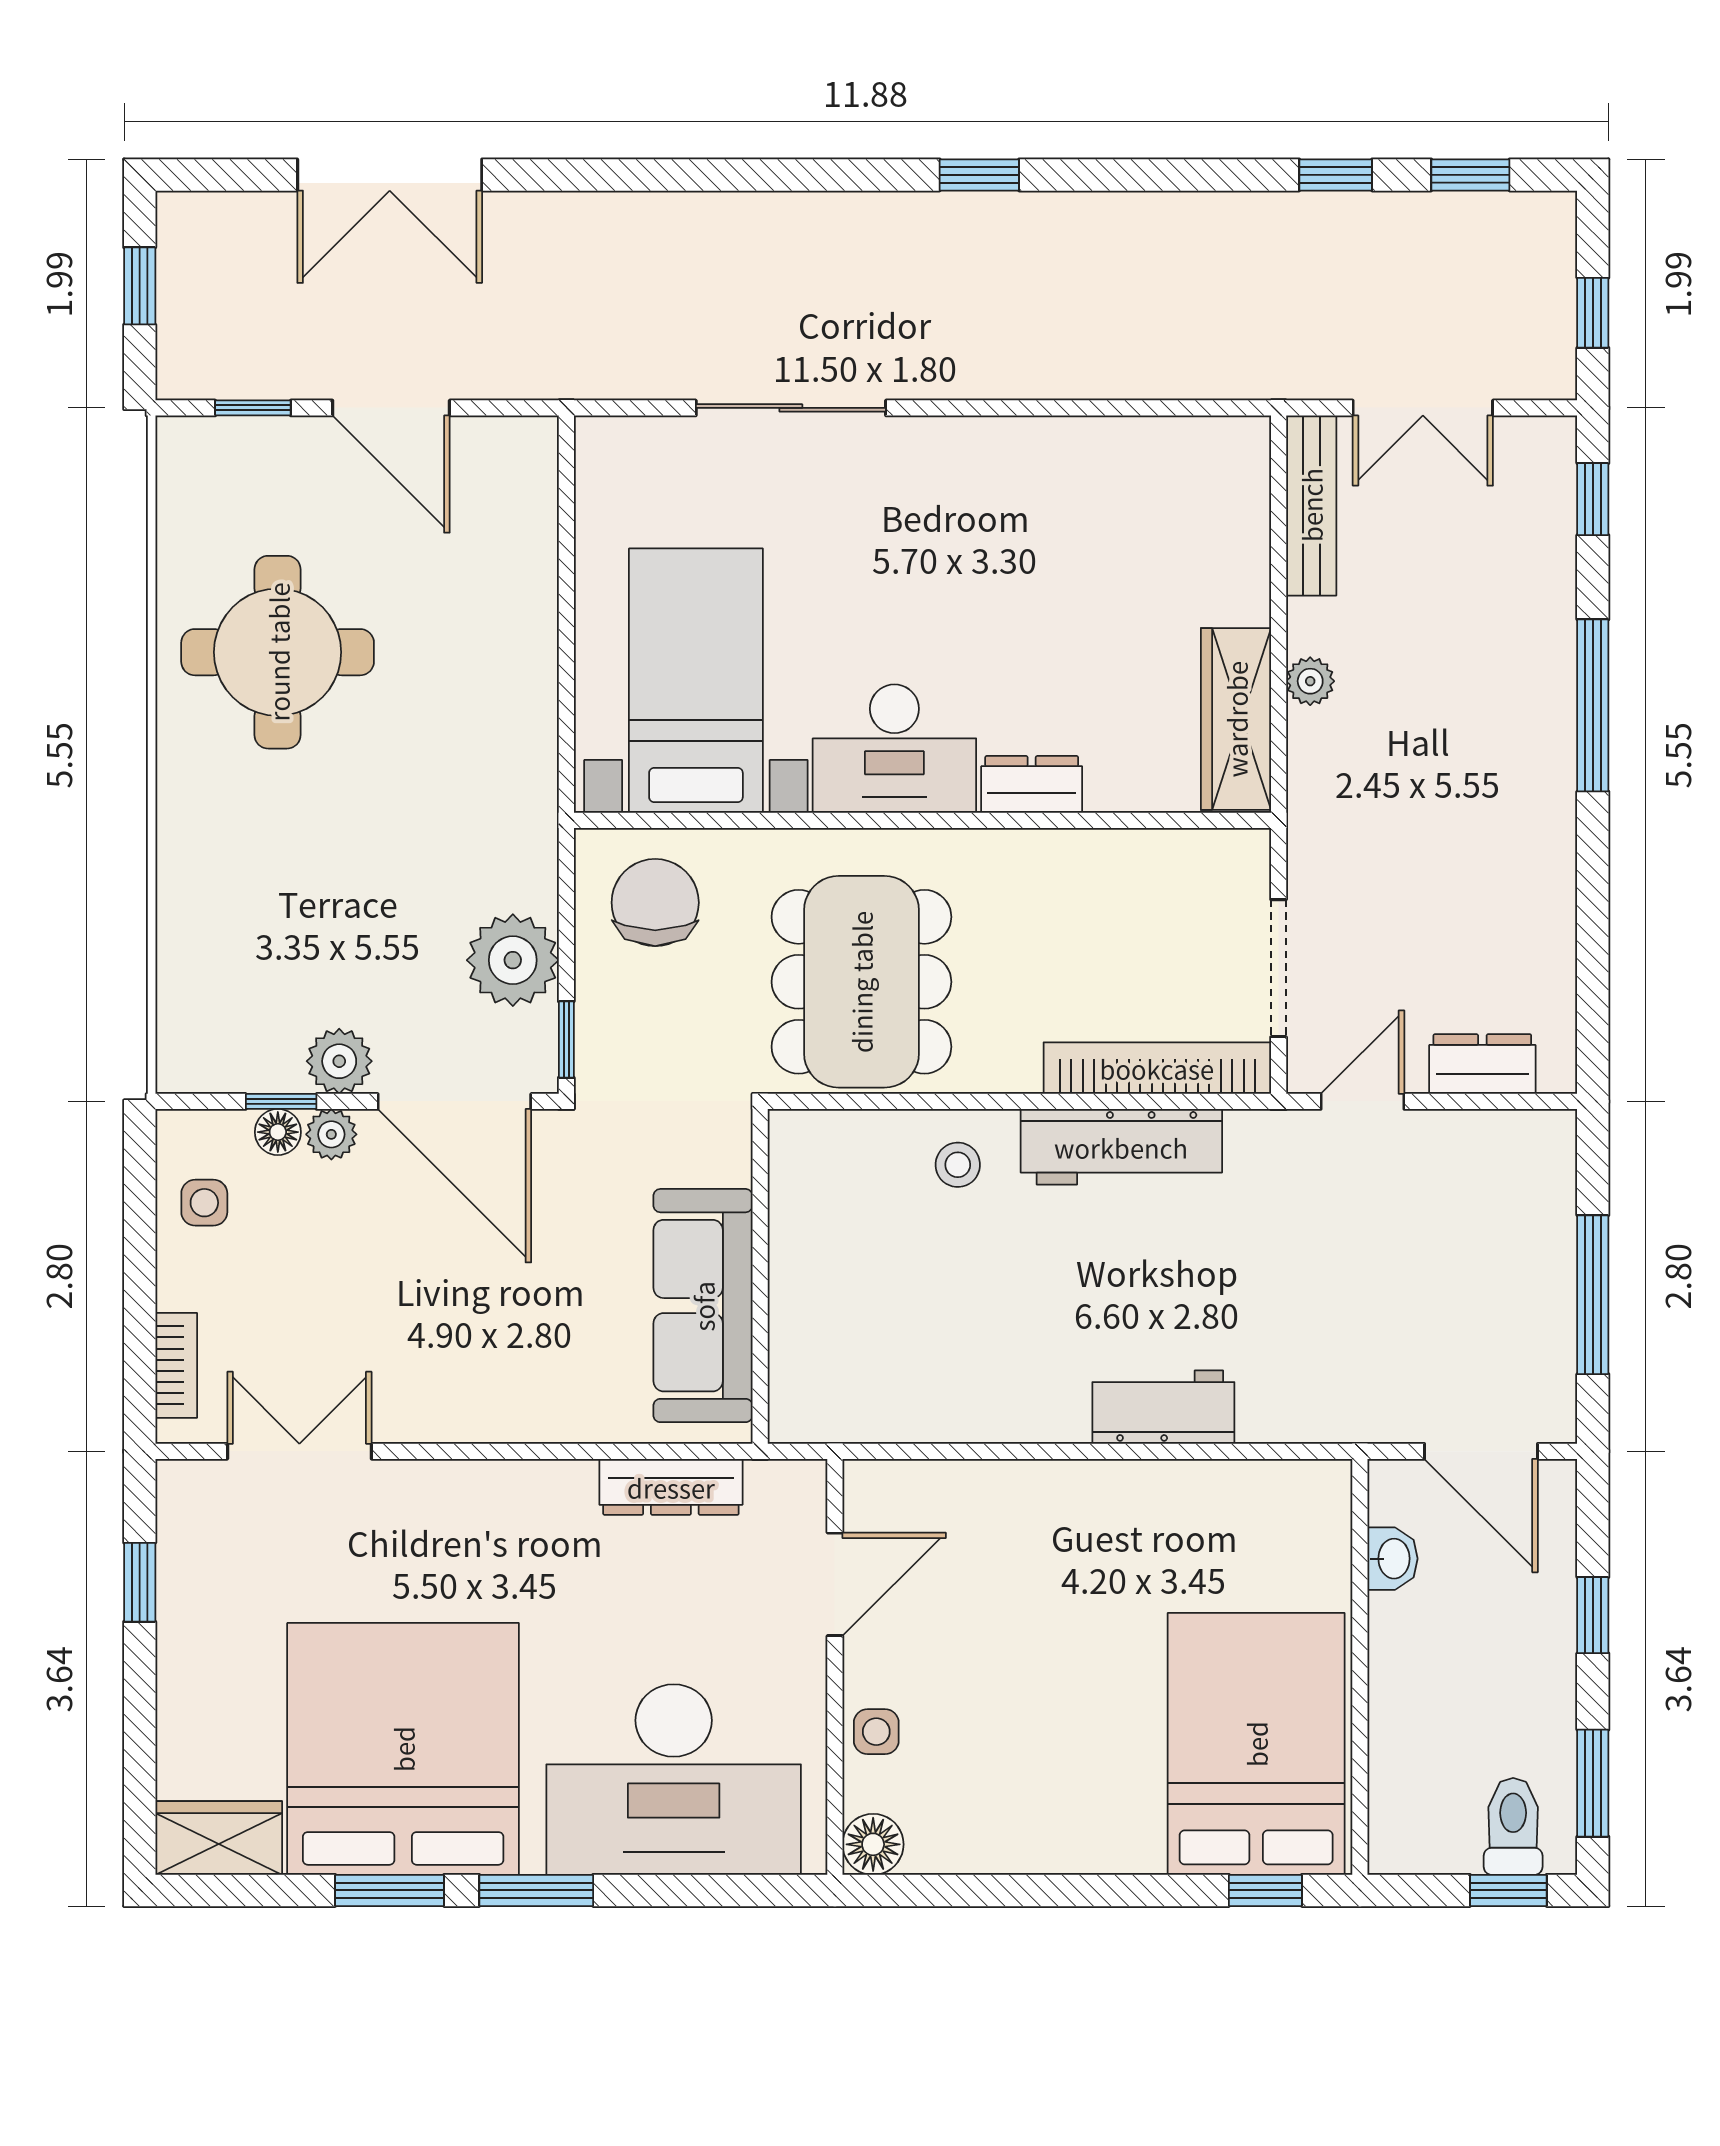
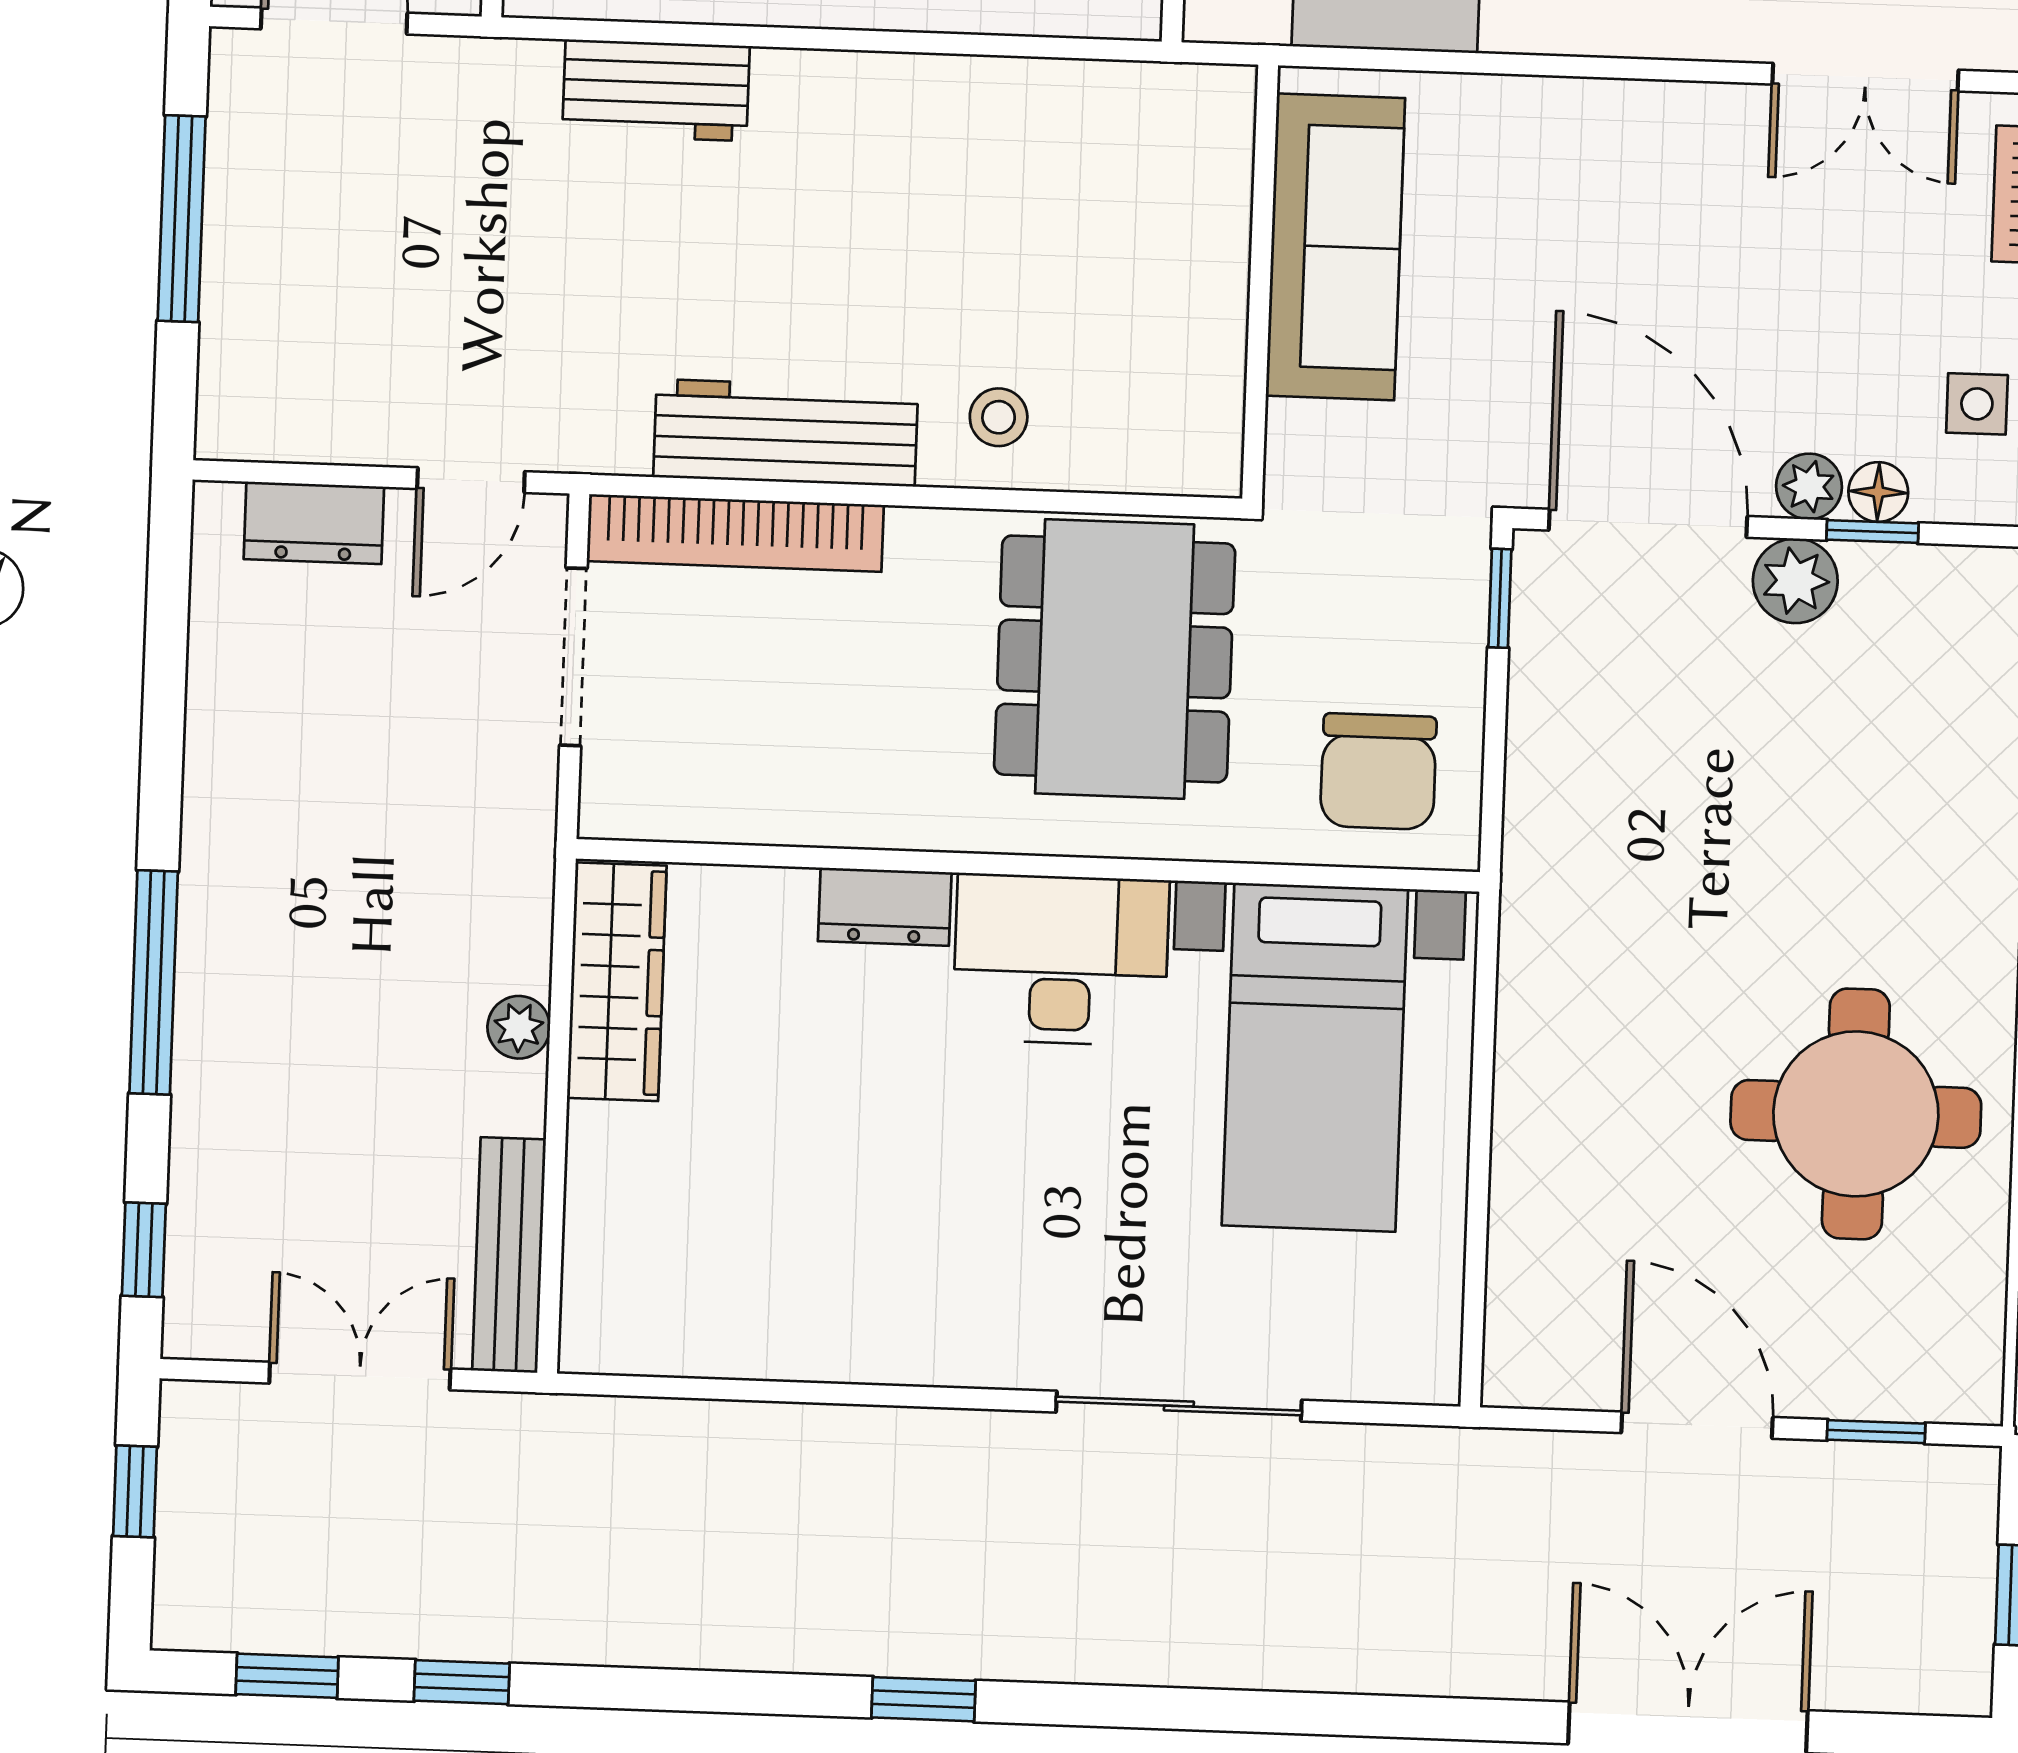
plant: (513, 960) -> (1566, 704), removed
workbench: (1163, 1407) -> (656, 90), moved

